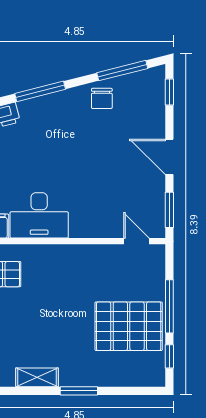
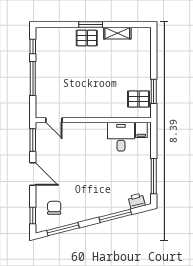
chair: (102, 98) -> (54, 208), moved
desk: (39, 215) -> (121, 137), width x0.73
pallet: (129, 326) -> (87, 38), moved, width x0.49, depth x0.50

